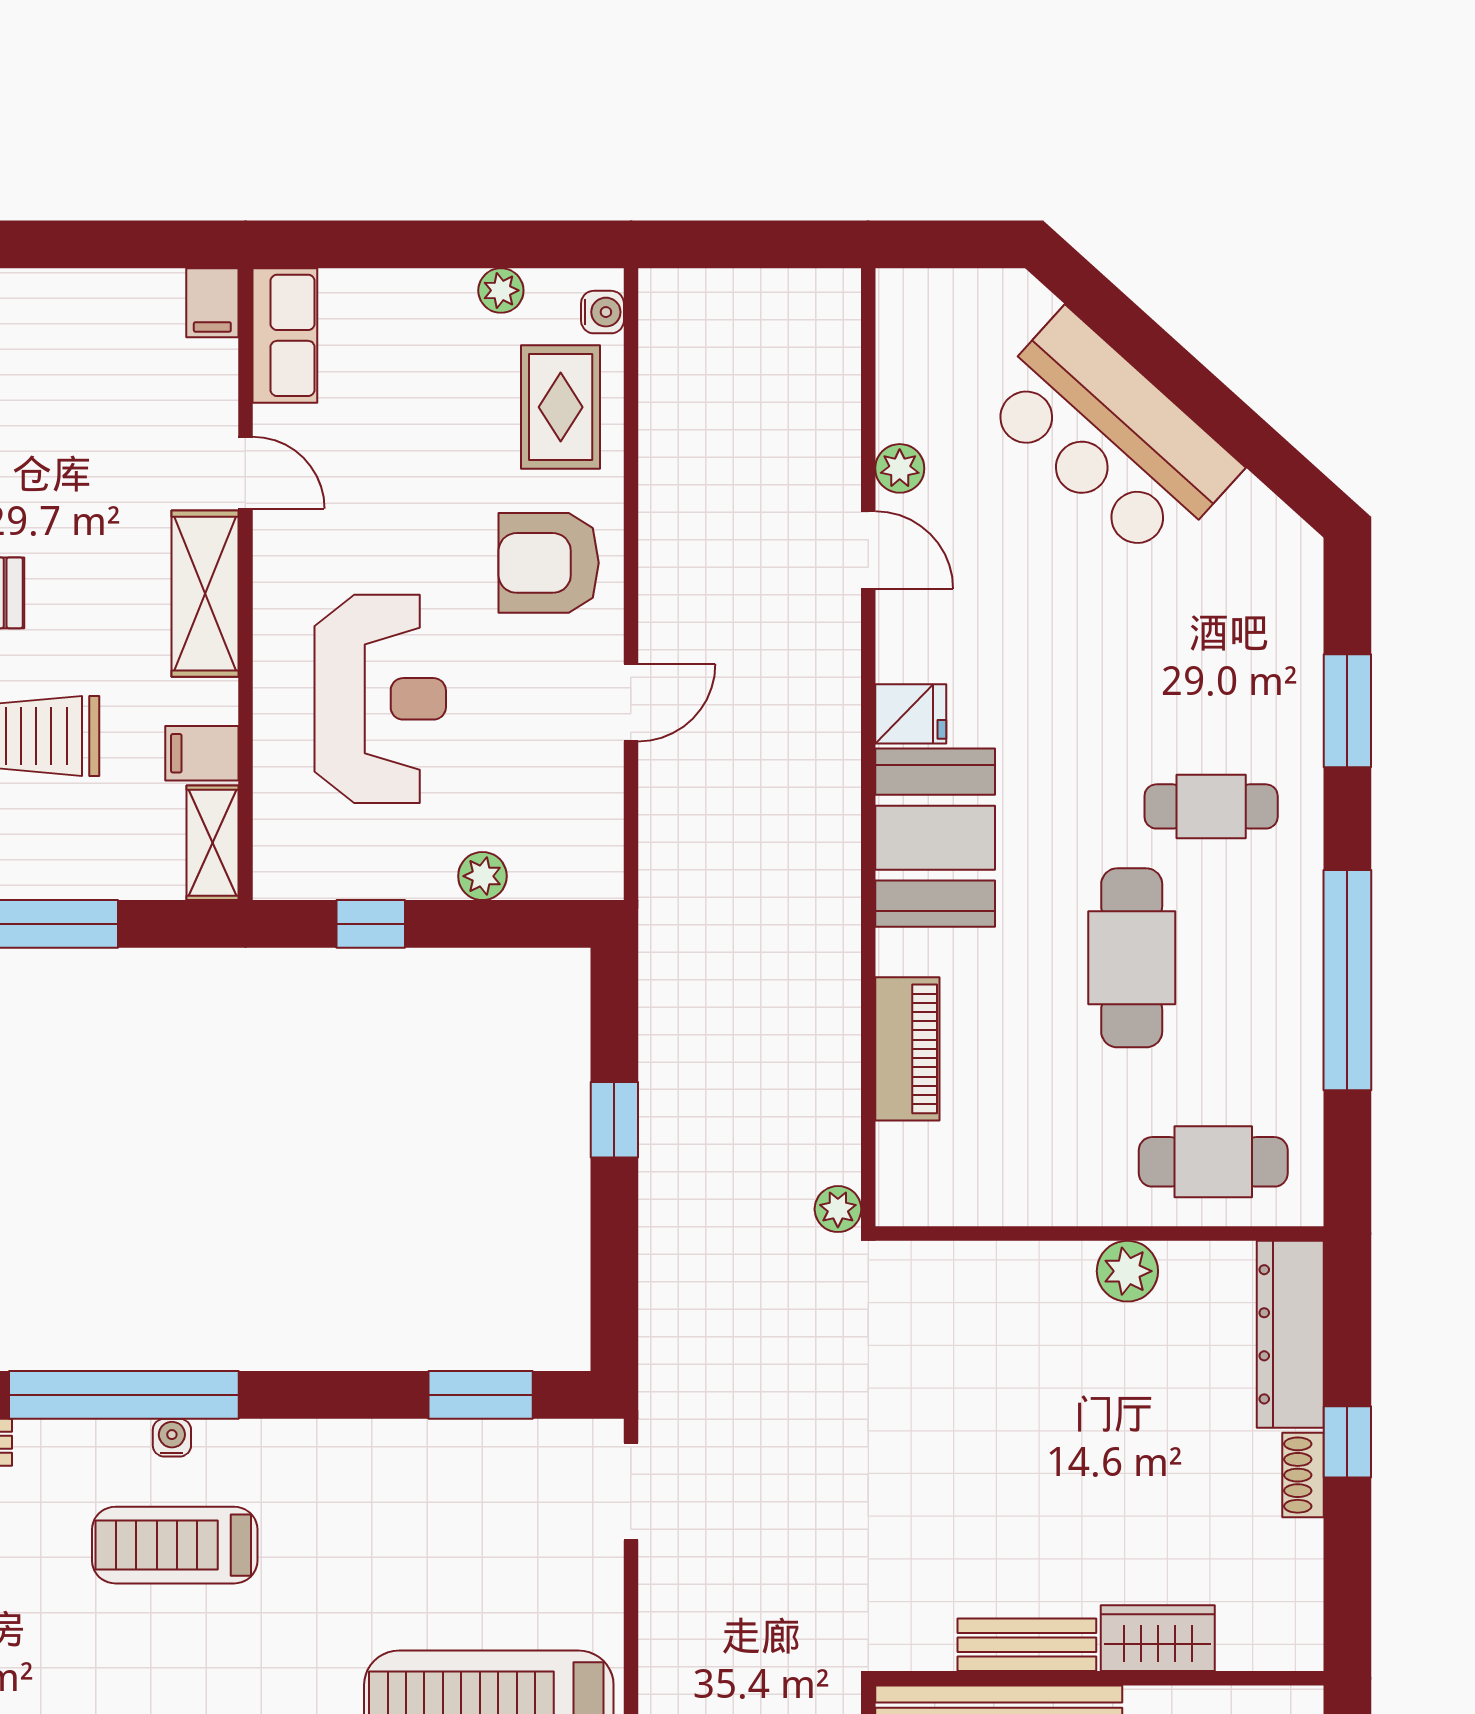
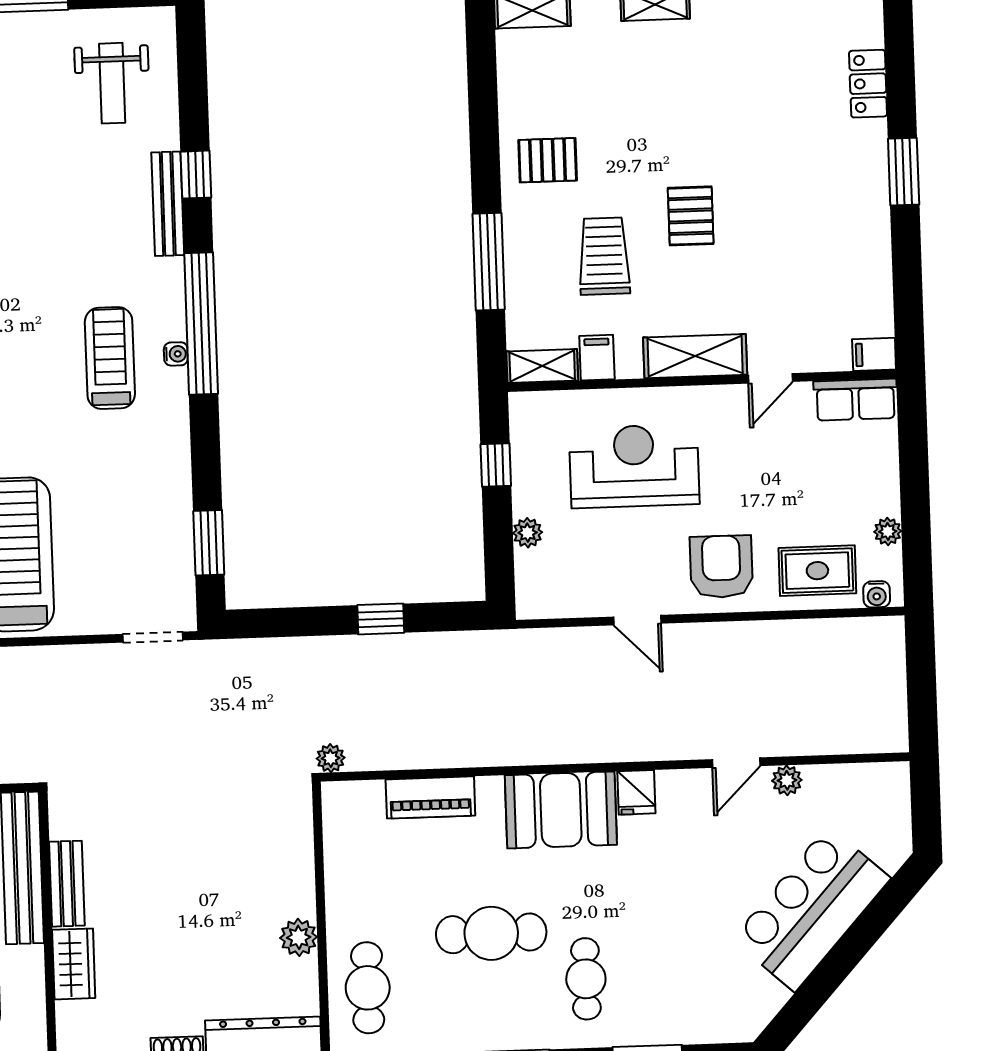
reception desk: (380, 699) -> (634, 466), turned 180

